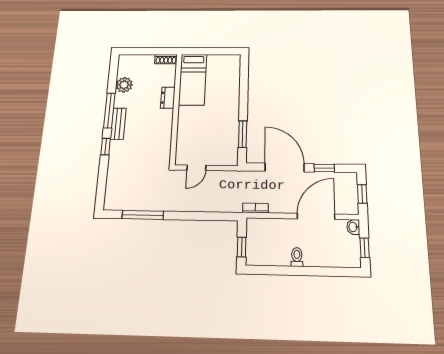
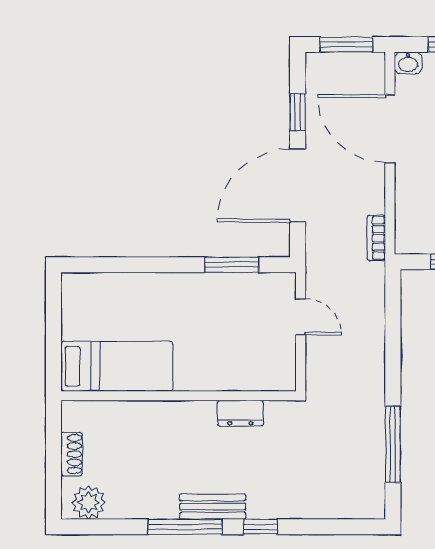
shoe rack: (166, 59) -> (72, 454), moved
plant: (124, 85) -> (88, 502), moved
dresser: (168, 98) -> (240, 413), moved
door: (196, 168) -> (301, 317), moved
window: (362, 194) -> (346, 44), width x1.50

